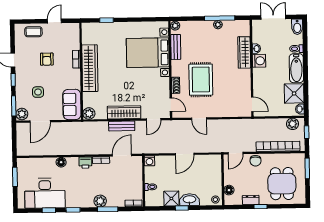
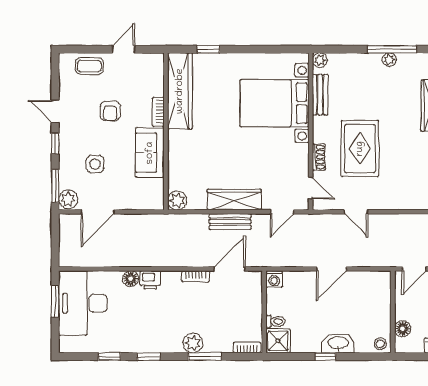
wardrobe: (90, 68) -> (180, 91), moved
sofa: (72, 104) -> (150, 153), moved
printer: (85, 163) -> (150, 280), moved
desk: (45, 193) -> (83, 303), moved, turned 90
shower: (171, 198) -> (278, 341), moved

